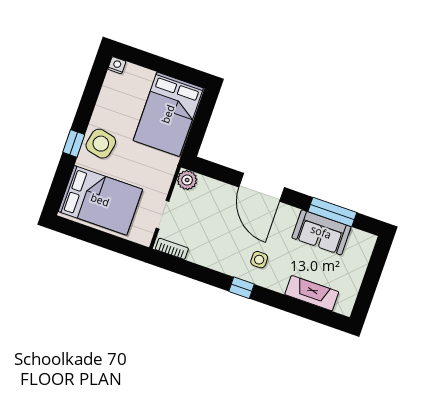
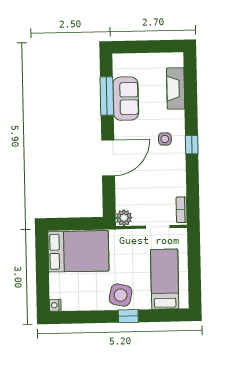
bed: (100, 200) -> (165, 279), width x0.67

